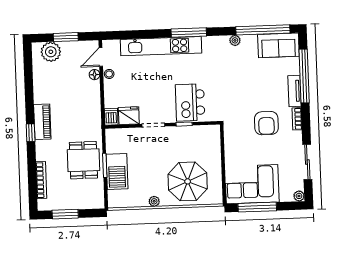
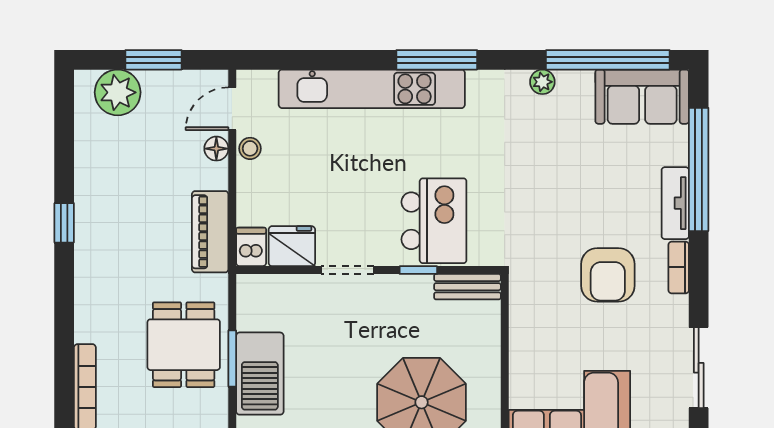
kitchen island: (190, 102) -> (434, 221), turned 180
piano: (42, 122) -> (210, 232), moved, turned 180
bench: (206, 130) -> (467, 287), added
window: (31, 133) -> (64, 223), moved

